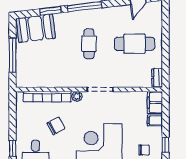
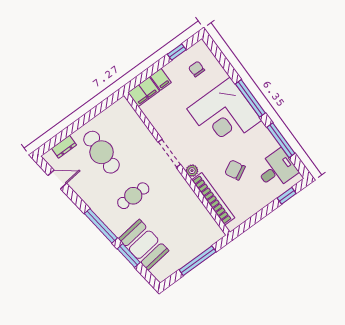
booth: (36, 28) -> (144, 245), moved
dresser: (157, 78) -> (64, 147), moved

